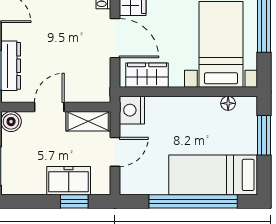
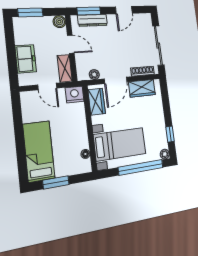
plant: (102, 74) -> (94, 75), added
window: (264, 135) -> (56, 182), moved
window: (74, 201) -> (12, 63), removed
window: (193, 201) -> (20, 141), removed

